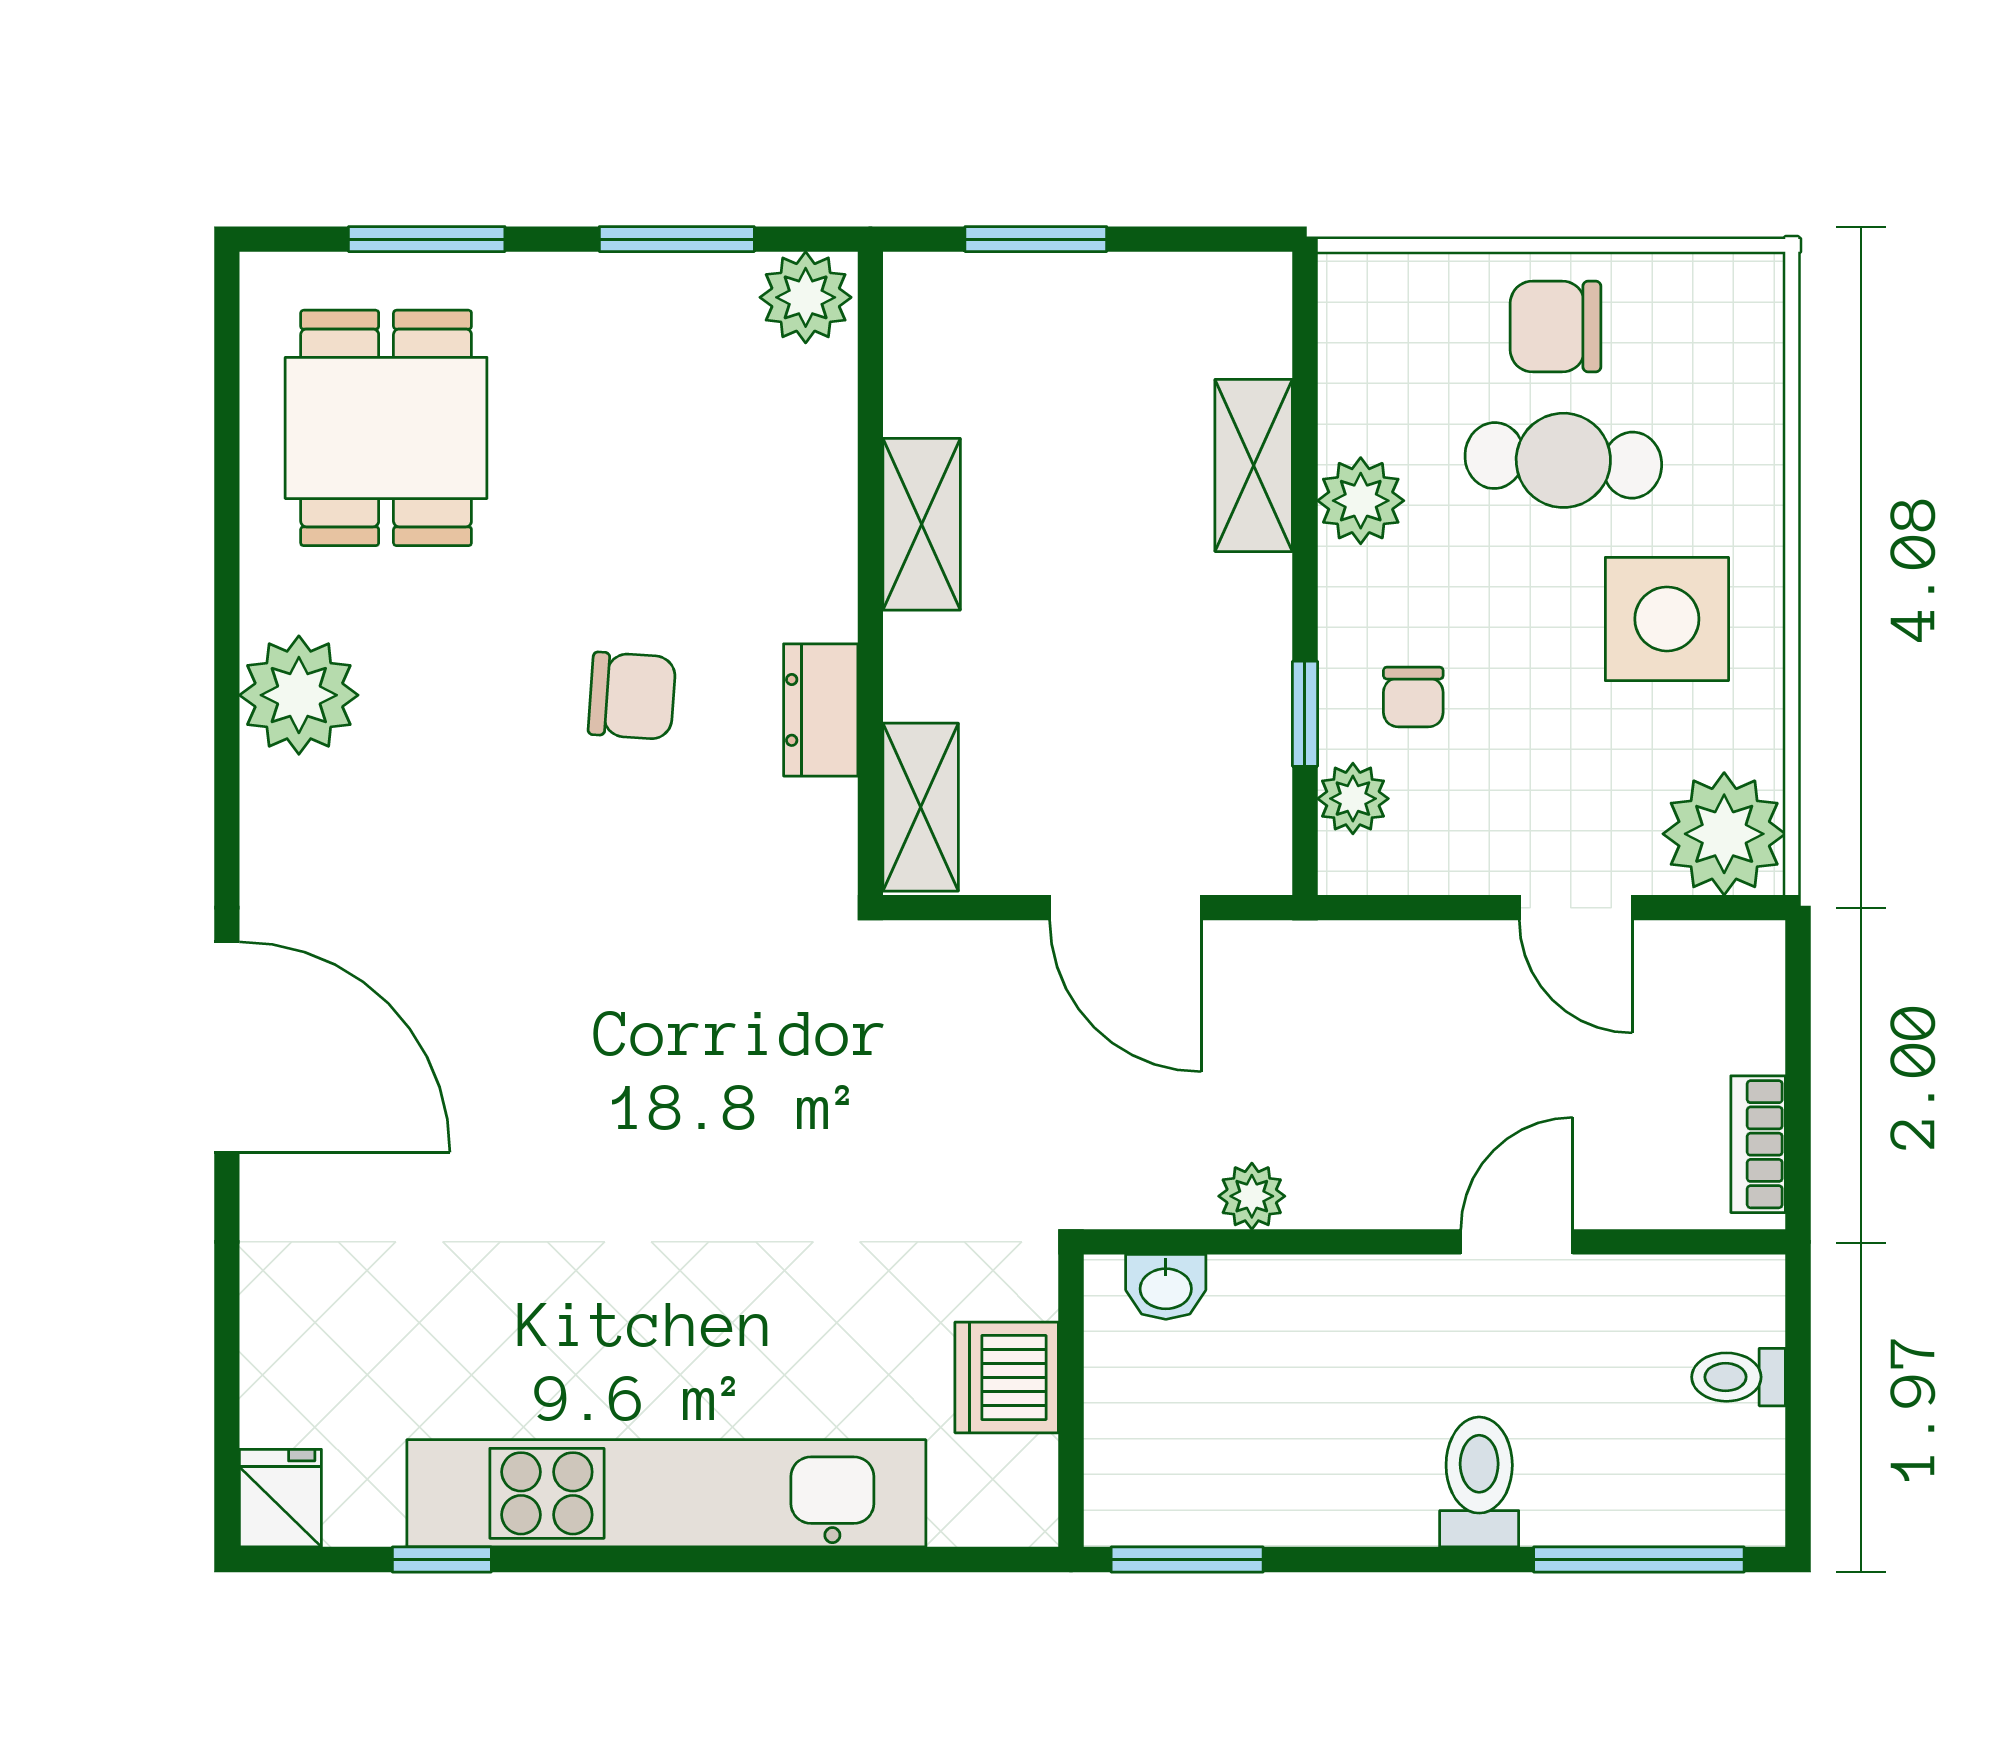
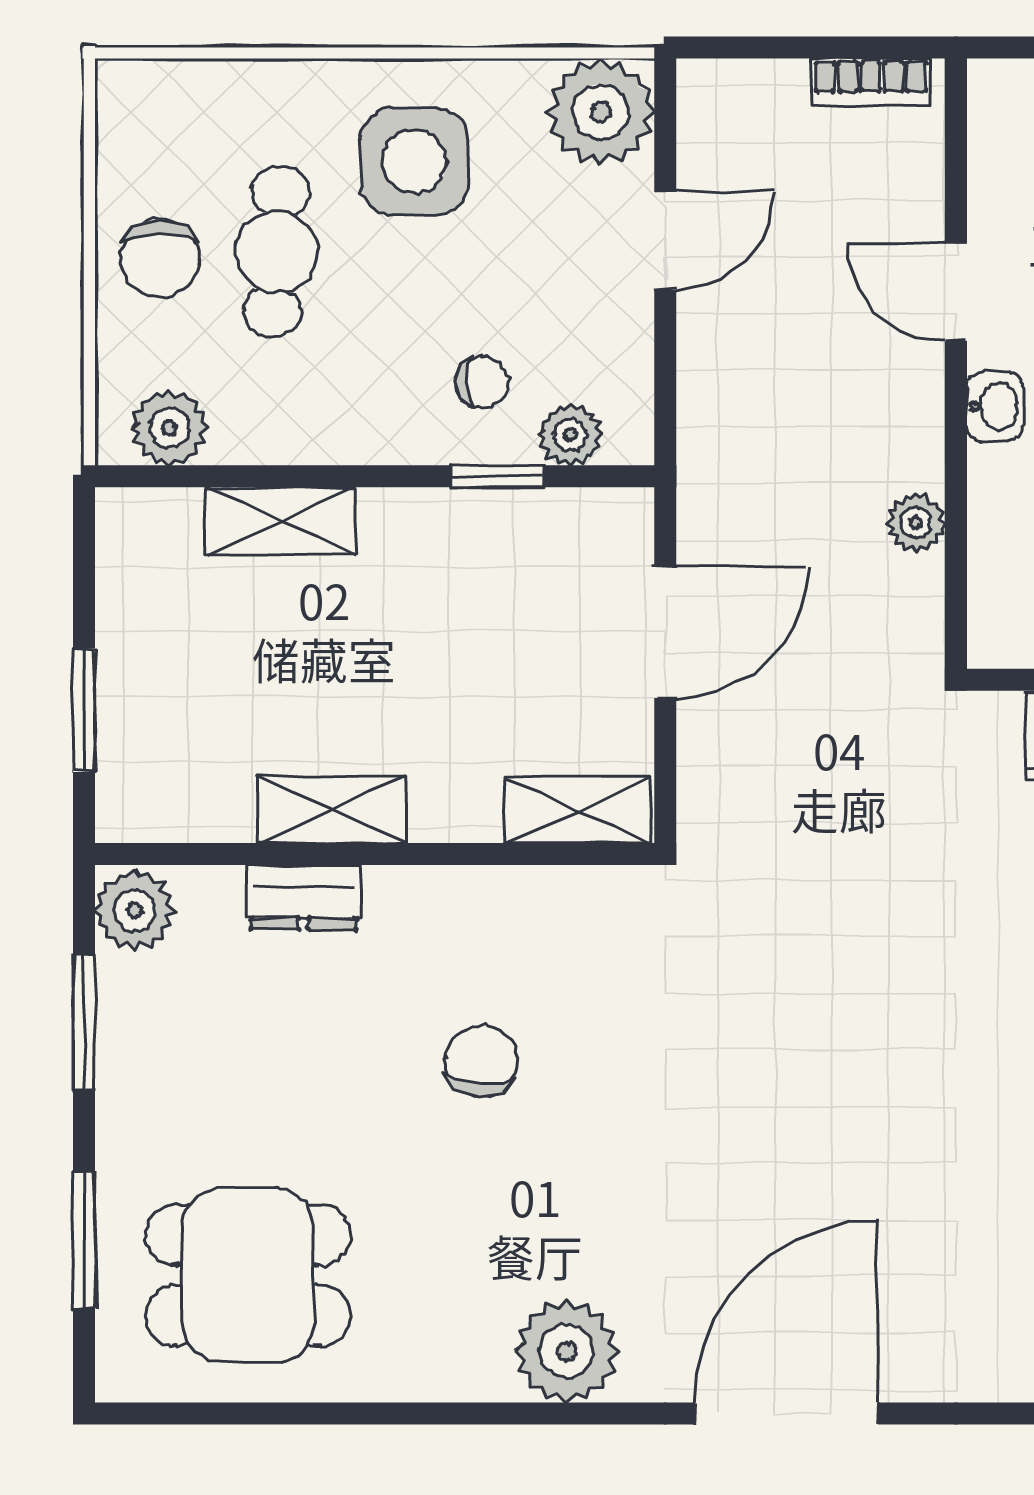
plant: (1361, 501) -> (170, 428), moved
plant: (299, 695) -> (567, 1351), moved
dresser: (821, 710) -> (304, 897), moved
washbasin: (1166, 1287) -> (995, 406), moved

